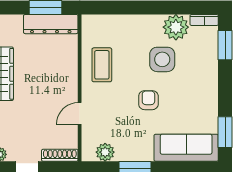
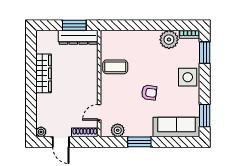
side table: (162, 59) -> (188, 77), moved
coffee table: (102, 65) -> (115, 67), turned 90
armchair: (148, 100) -> (149, 92), turned 98
door: (80, 113) -> (99, 112), moved

